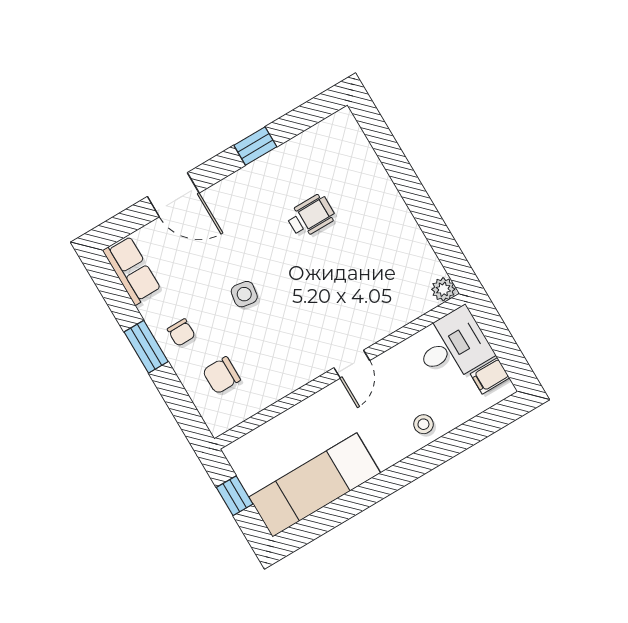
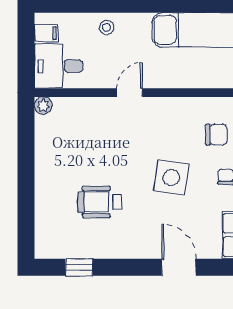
window: (255, 146) -> (79, 267), moved
wheelchair: (311, 216) -> (100, 202), width x1.36, depth x1.37
side table: (244, 294) -> (171, 177), width x1.87, depth x1.87

